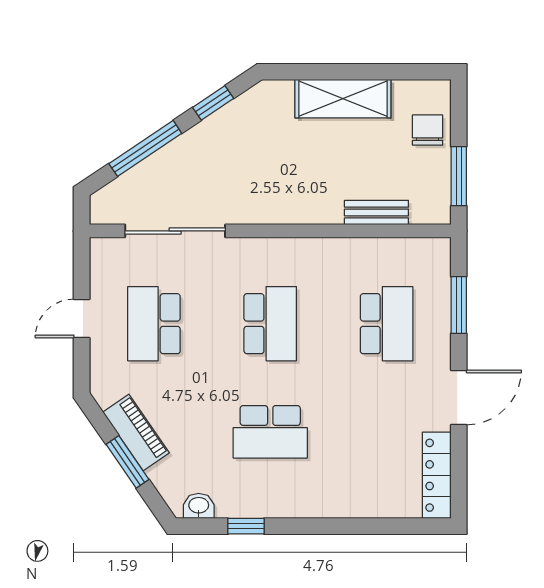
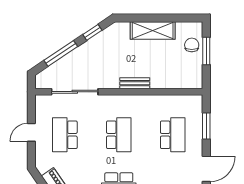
window: (459, 176) -> (206, 51), moved
bench: (376, 213) -> (135, 83), moved

